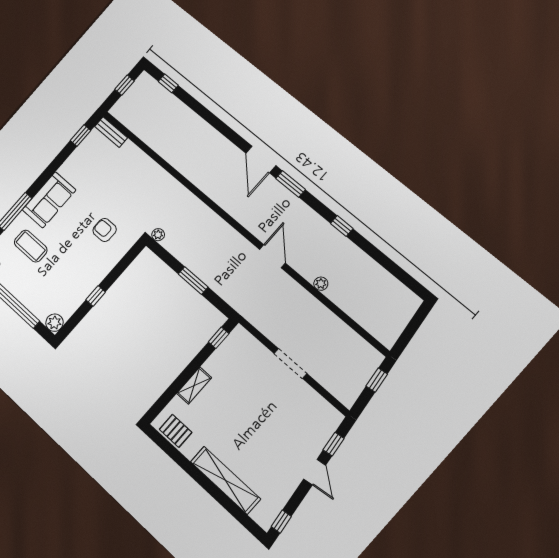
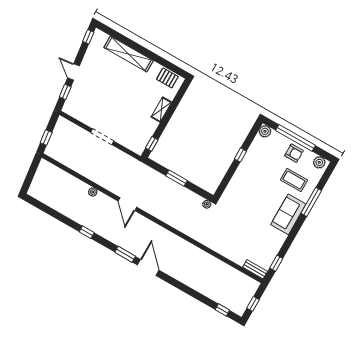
armchair: (105, 230) -> (294, 153), moved

